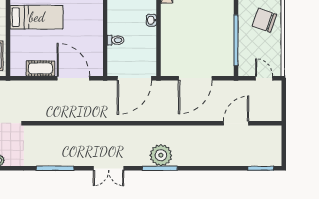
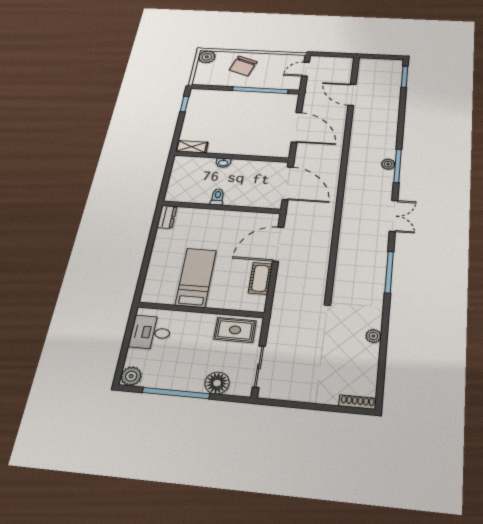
toilet: (116, 40) -> (218, 197), moved
plant: (161, 155) -> (388, 164), width x0.53, depth x0.53

